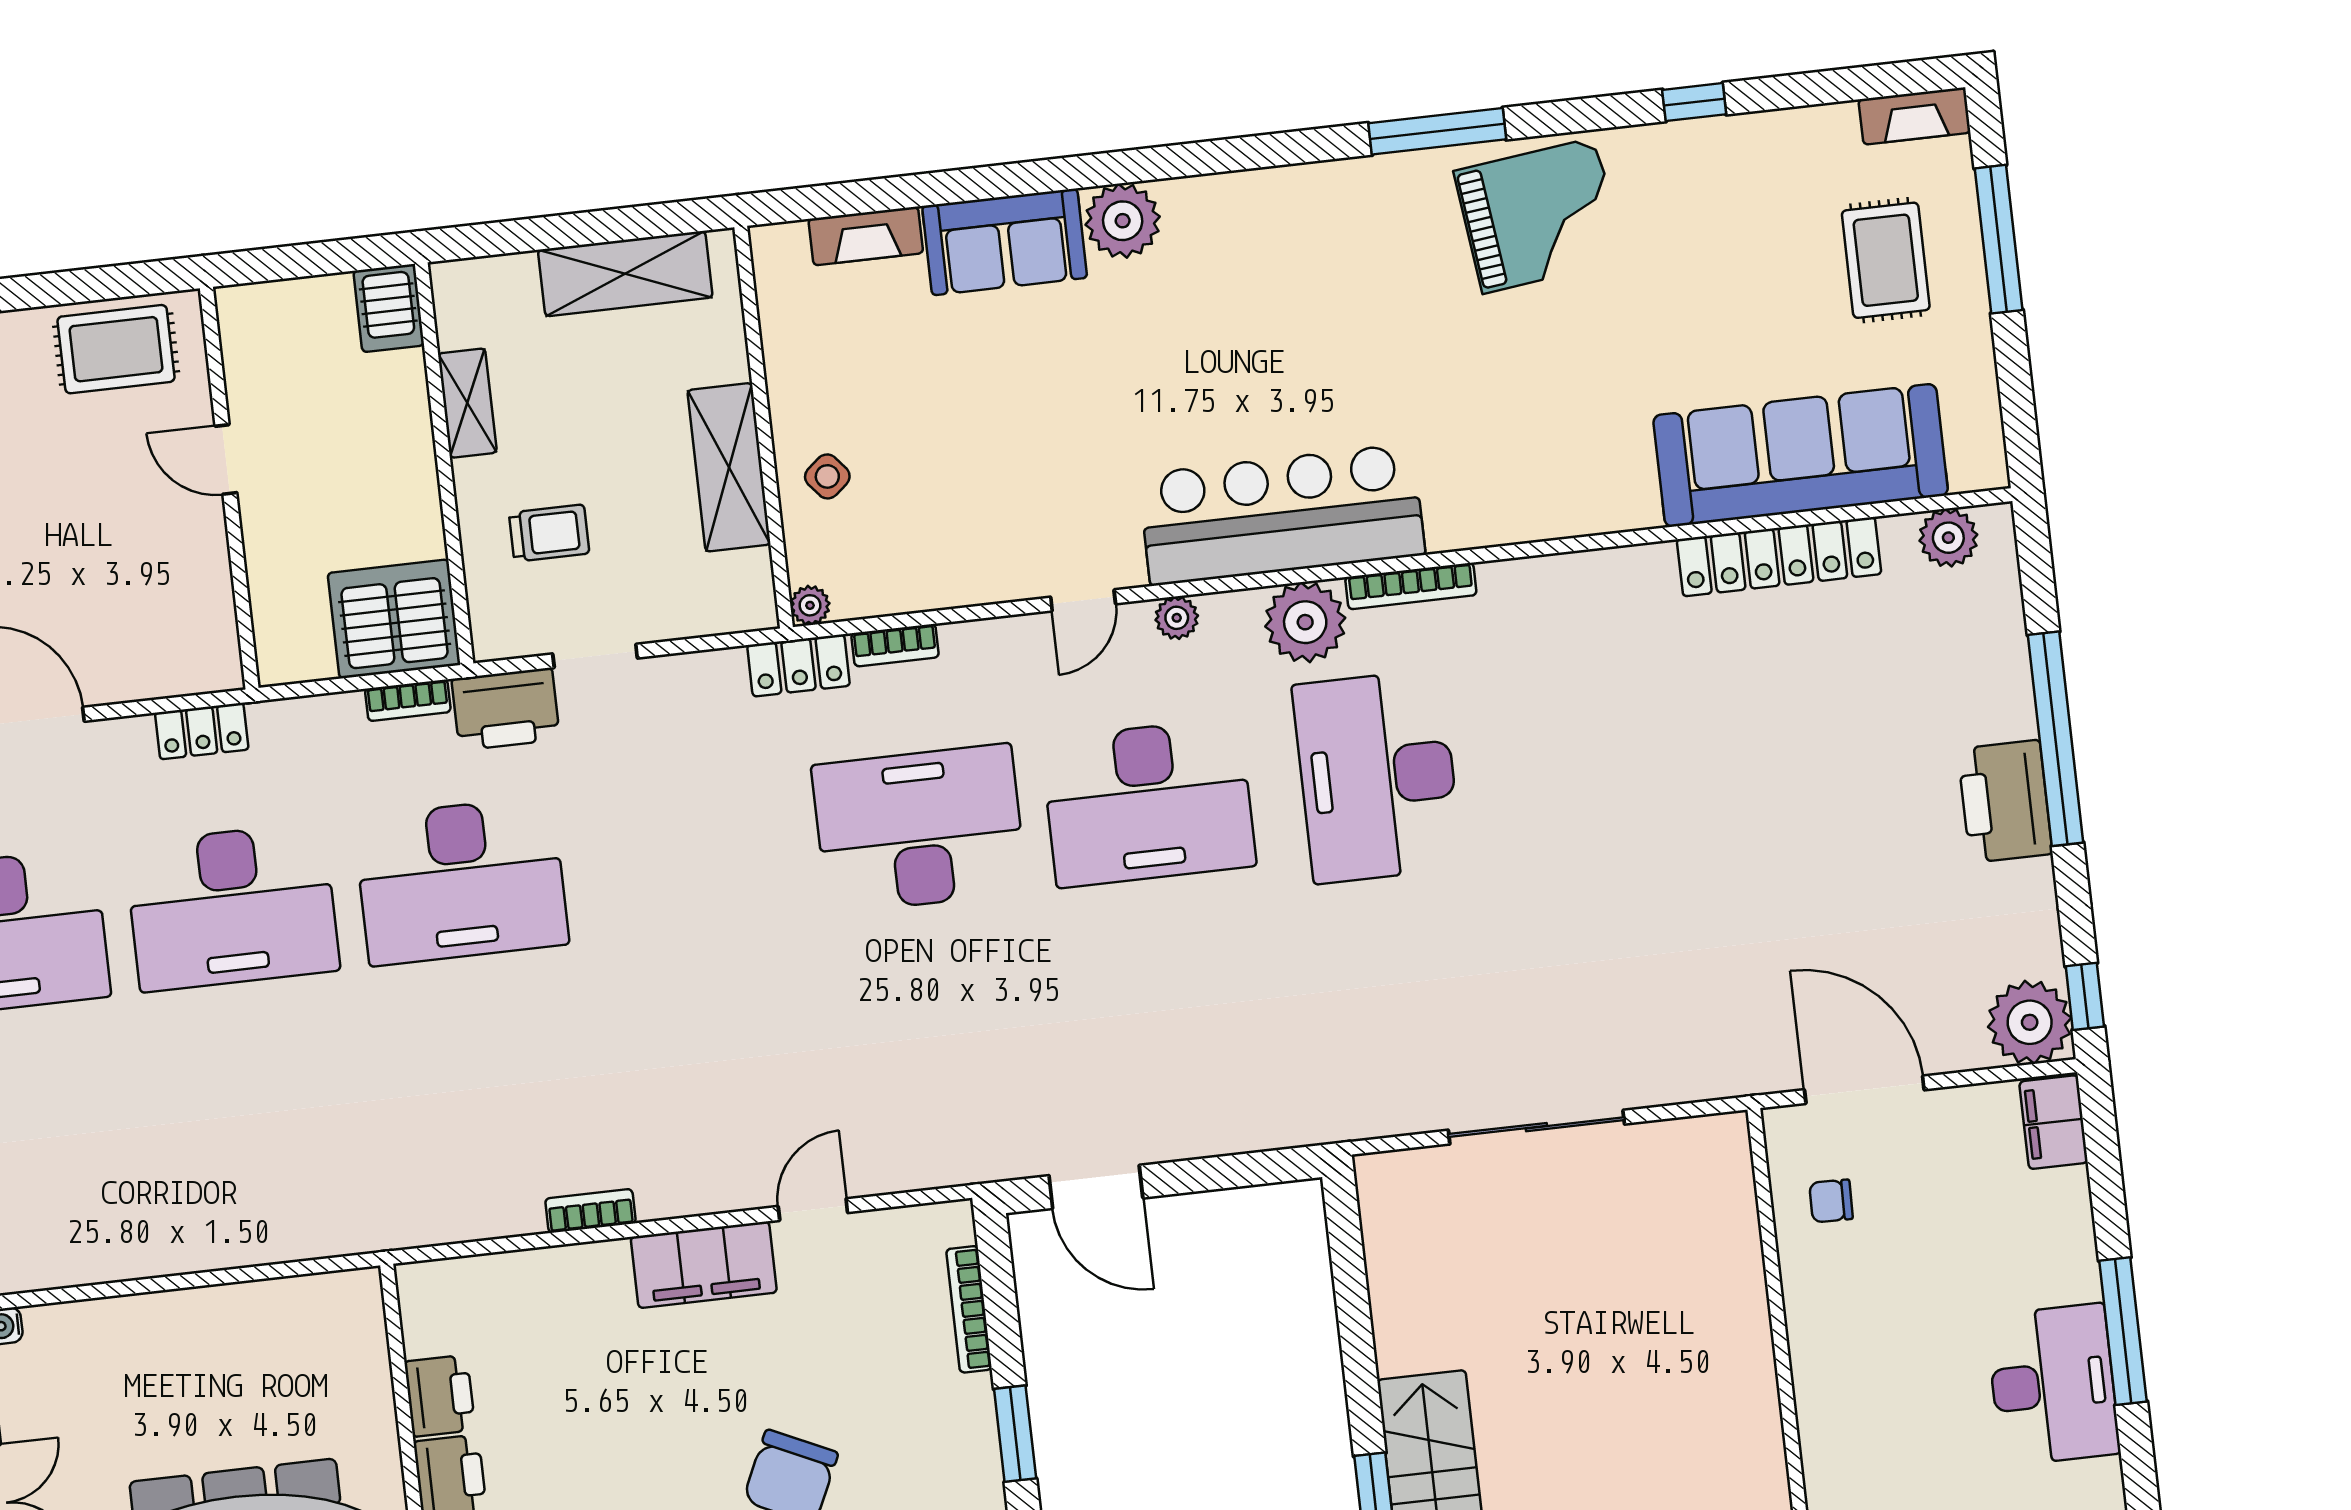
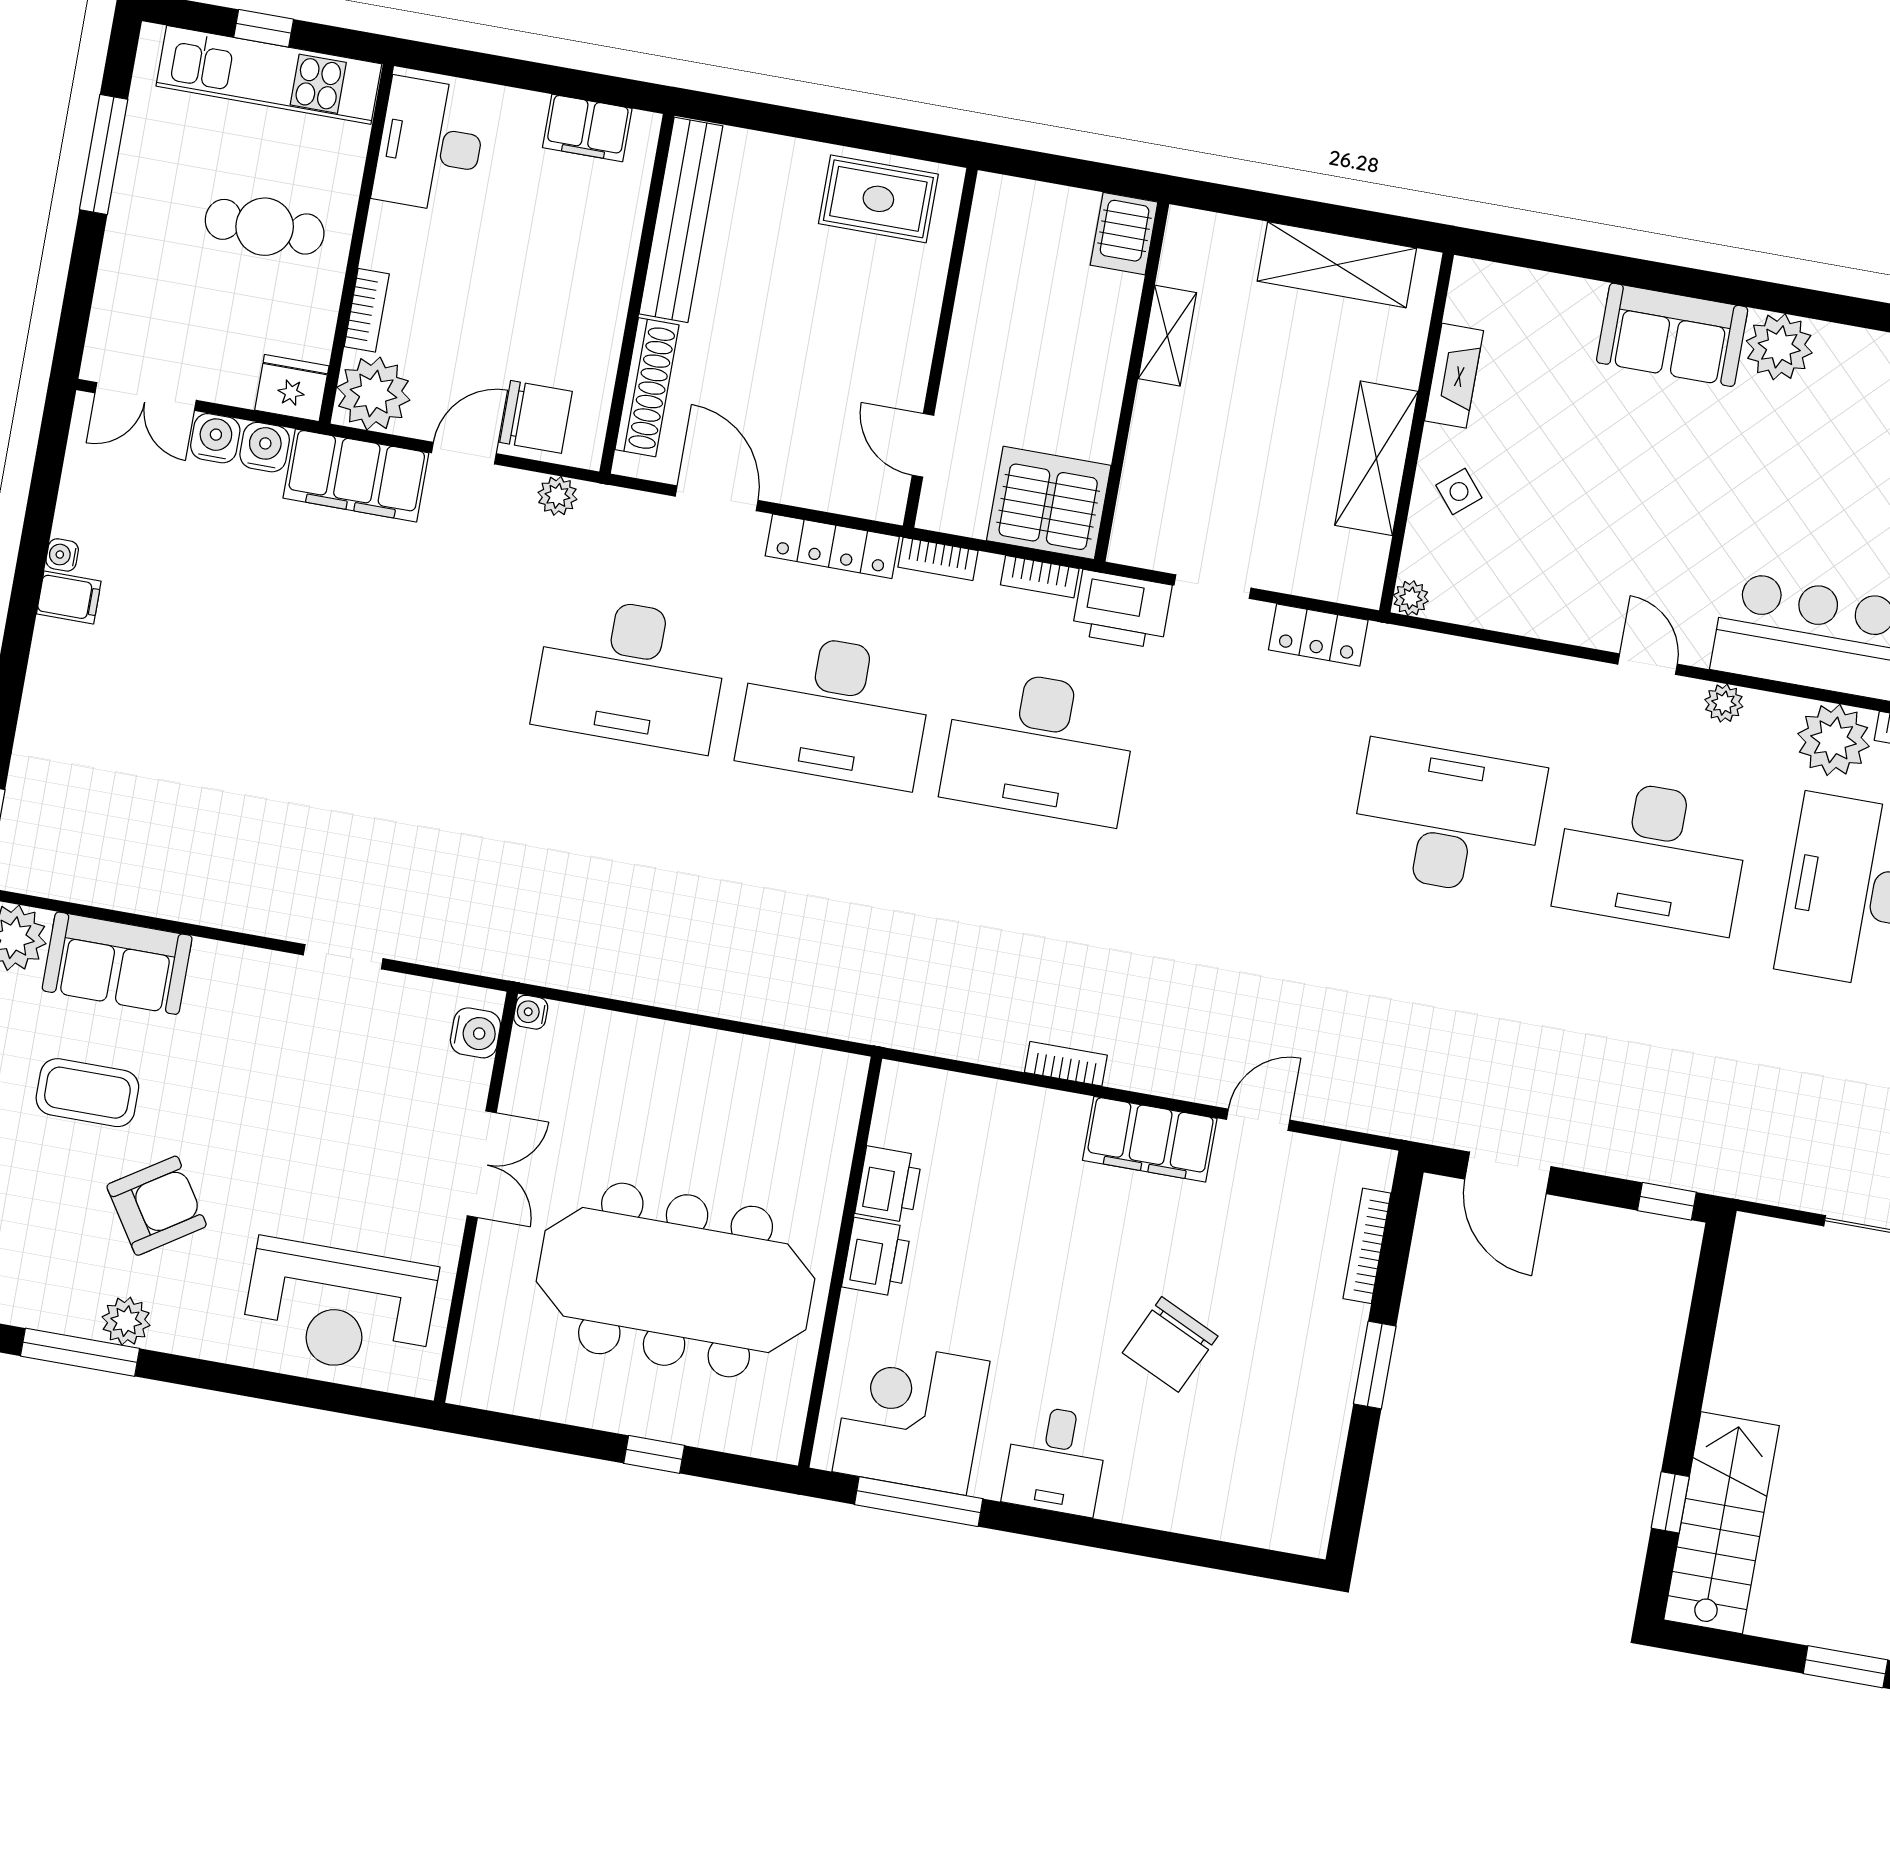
fireplace: (866, 236) -> (1454, 376), moved, turned -90
door: (226, 459) -> (923, 445), moved
trolley: (549, 533) -> (1205, 469), removed
door: (1083, 600) -> (1648, 664), swing flipped
bookcase: (895, 645) -> (938, 559), moved
locker: (798, 665) -> (1318, 635), moved
locker: (202, 731) -> (832, 546), width x1.53
window: (1274, 1167) -> (1667, 1201), added

